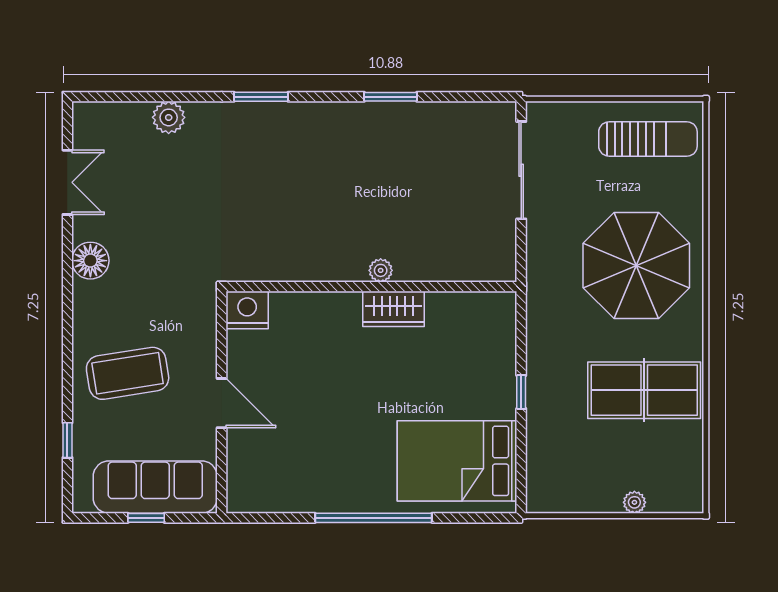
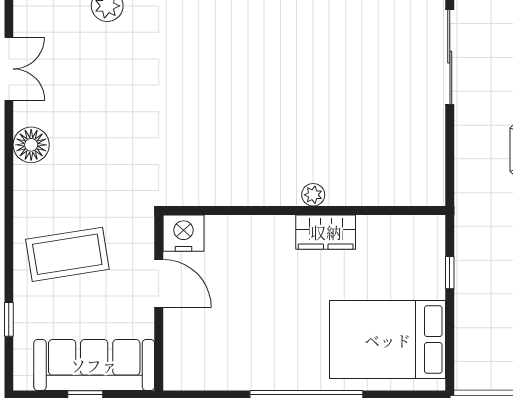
plant: (381, 270) -> (313, 195), moved
wall: (371, 287) -> (304, 210), moved
wardrobe: (393, 309) -> (326, 232), moved
nightstand: (247, 310) -> (183, 233), moved

